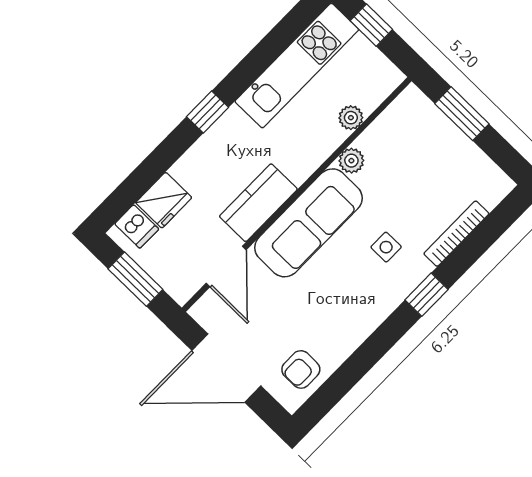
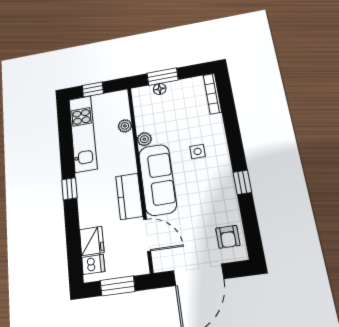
floor lamp: (440, 124) -> (160, 89), added
bookcase: (456, 234) -> (212, 94), moved
window: (427, 295) -> (242, 182), moved

